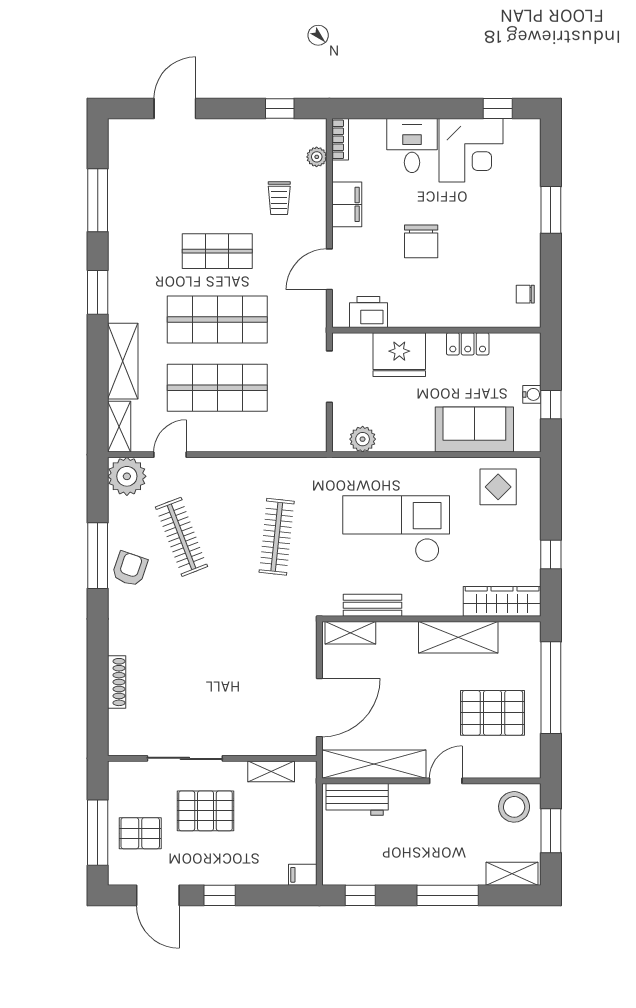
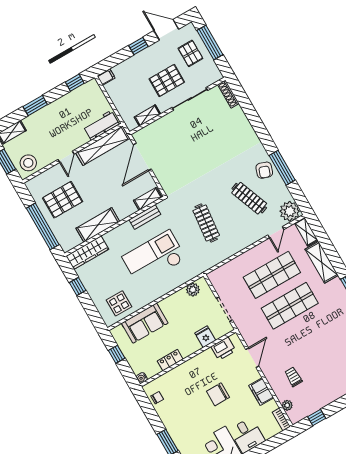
chair: (421, 241) -> (218, 394), turned -90
shop shelf: (217, 251) -> (308, 337), removed
fridge: (399, 355) -> (205, 337), width x0.53, depth x0.75
water cooler: (532, 394) -> (142, 378), moved
checkout: (396, 529) -> (154, 258), turned 180
shoe rack: (117, 682) -> (228, 94), moved
pallet: (140, 833) -> (190, 53), turned 90
window: (448, 895) -> (35, 105), width x0.69

